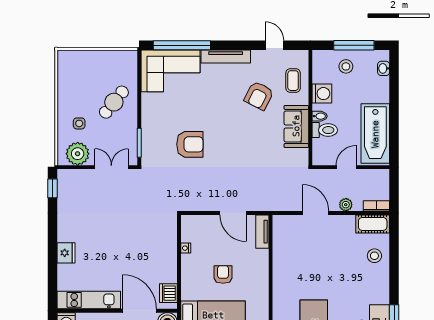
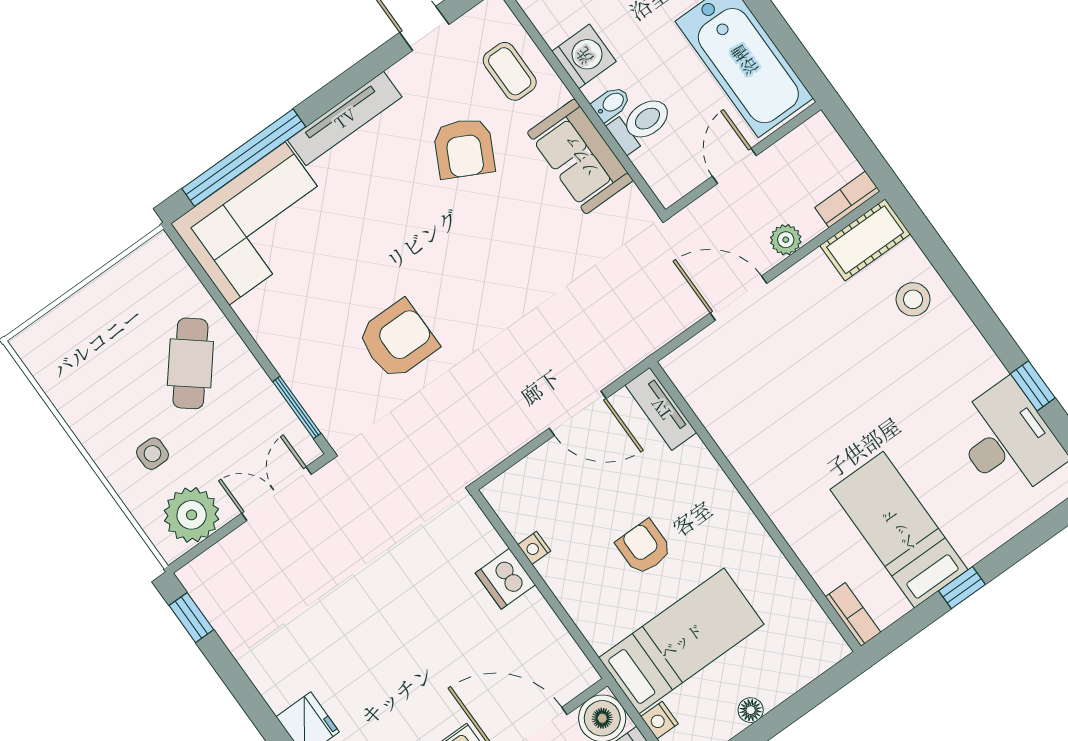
dishwasher: (168, 293) -> (505, 579), moved

